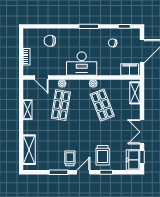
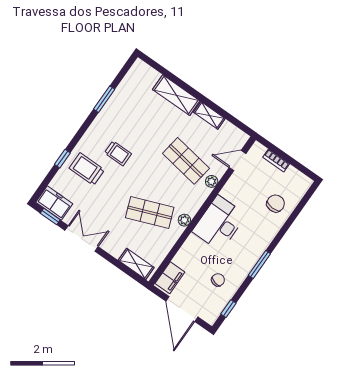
shelving: (29, 150) -> (176, 95), moved
trolley: (70, 158) -> (118, 153), moved
door: (83, 172) -> (82, 130), removed

